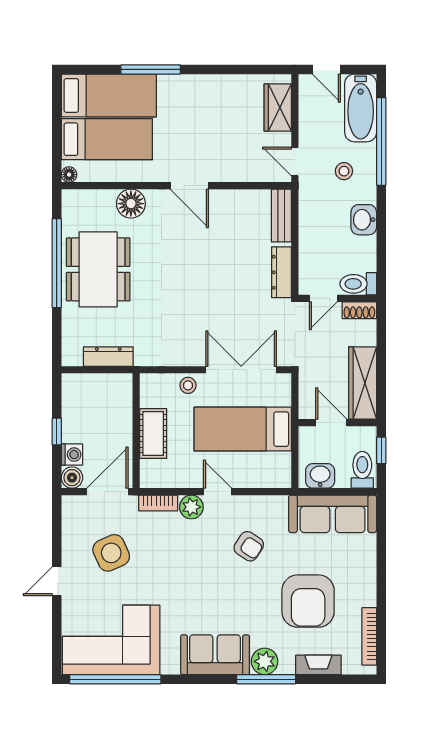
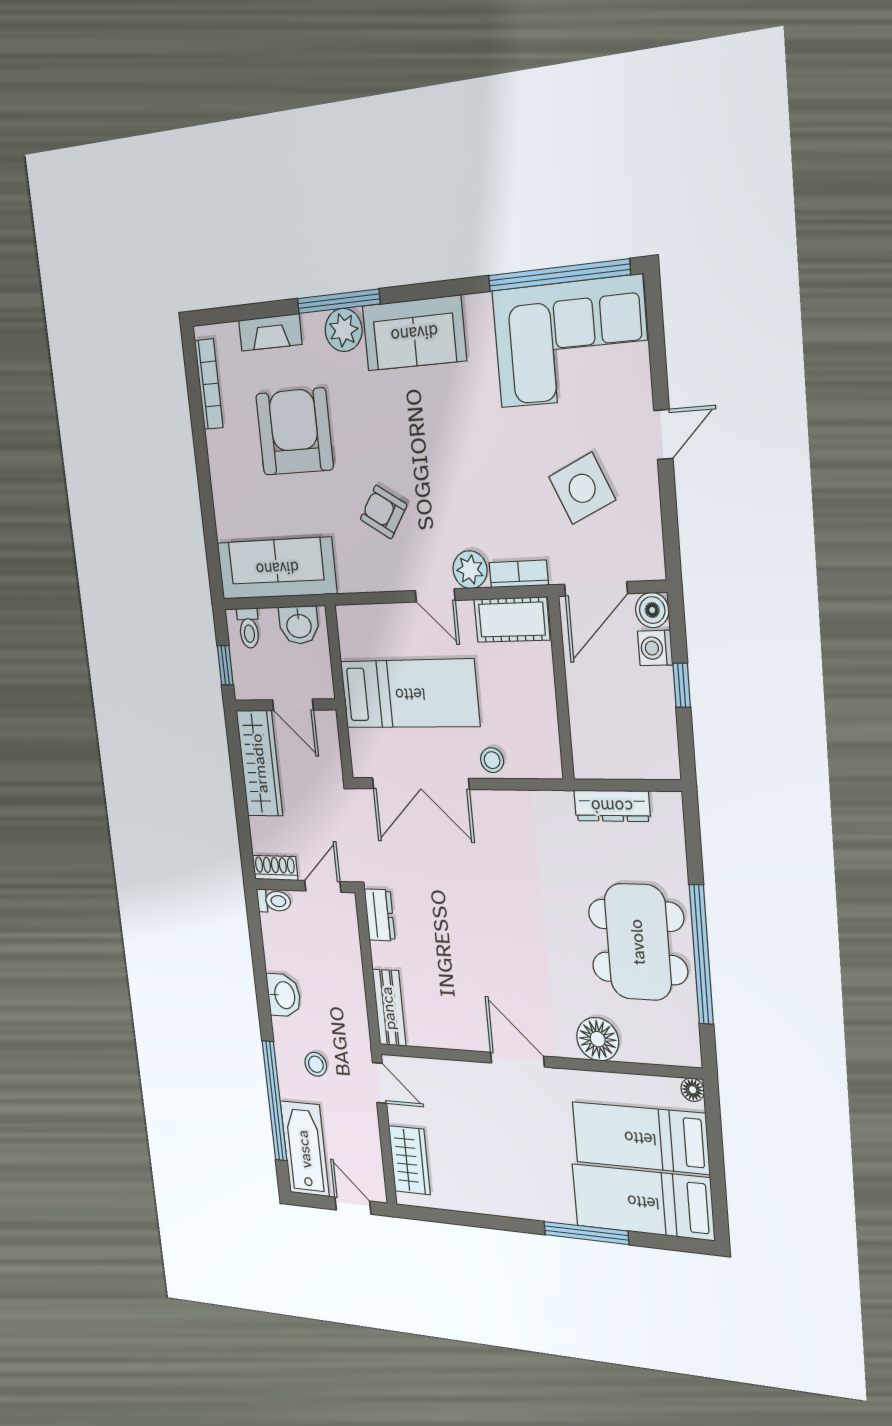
dresser: (281, 272) -> (380, 915), width x0.70
toilet: (358, 284) -> (274, 901), width x0.73, depth x0.72
cot: (153, 434) -> (512, 620), moved, turned 90
toilet: (362, 470) -> (249, 628), width x0.73, depth x0.72

